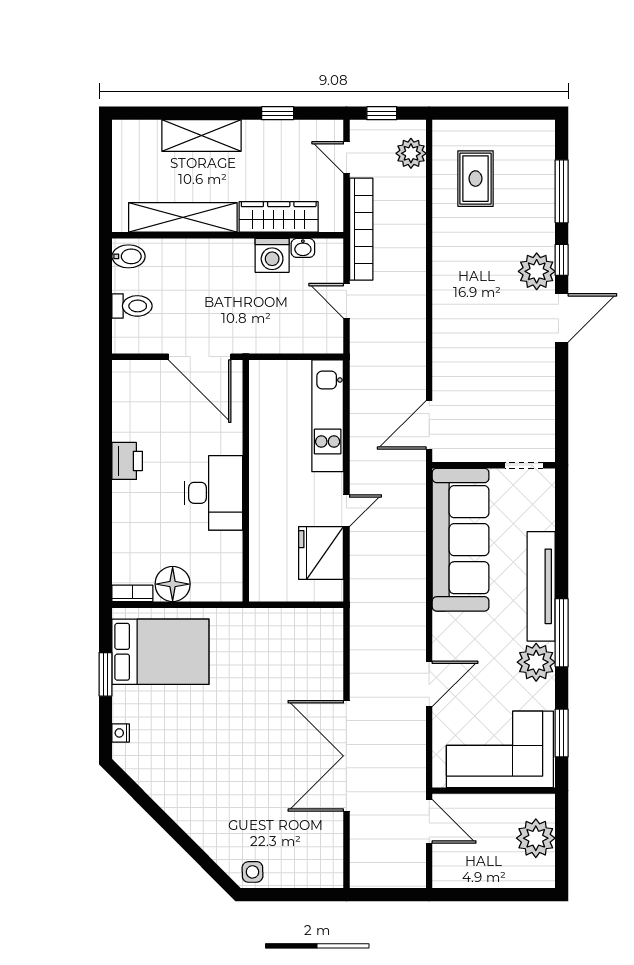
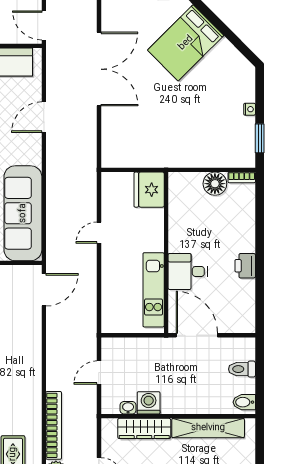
bookcase: (361, 229) -> (54, 425), moved, turned 180
door: (346, 301) -> (99, 373), swing flipped
kitchen unit: (328, 416) -> (154, 290), moved, turned 180
desk: (213, 493) -> (188, 271), moved, width x0.73
fridge: (321, 553) -> (149, 190), moved, turned 180
bed: (160, 652) -> (186, 43), moved, turned -45
window: (106, 674) -> (260, 138), moved
nightstand: (121, 733) -> (250, 109), moved

